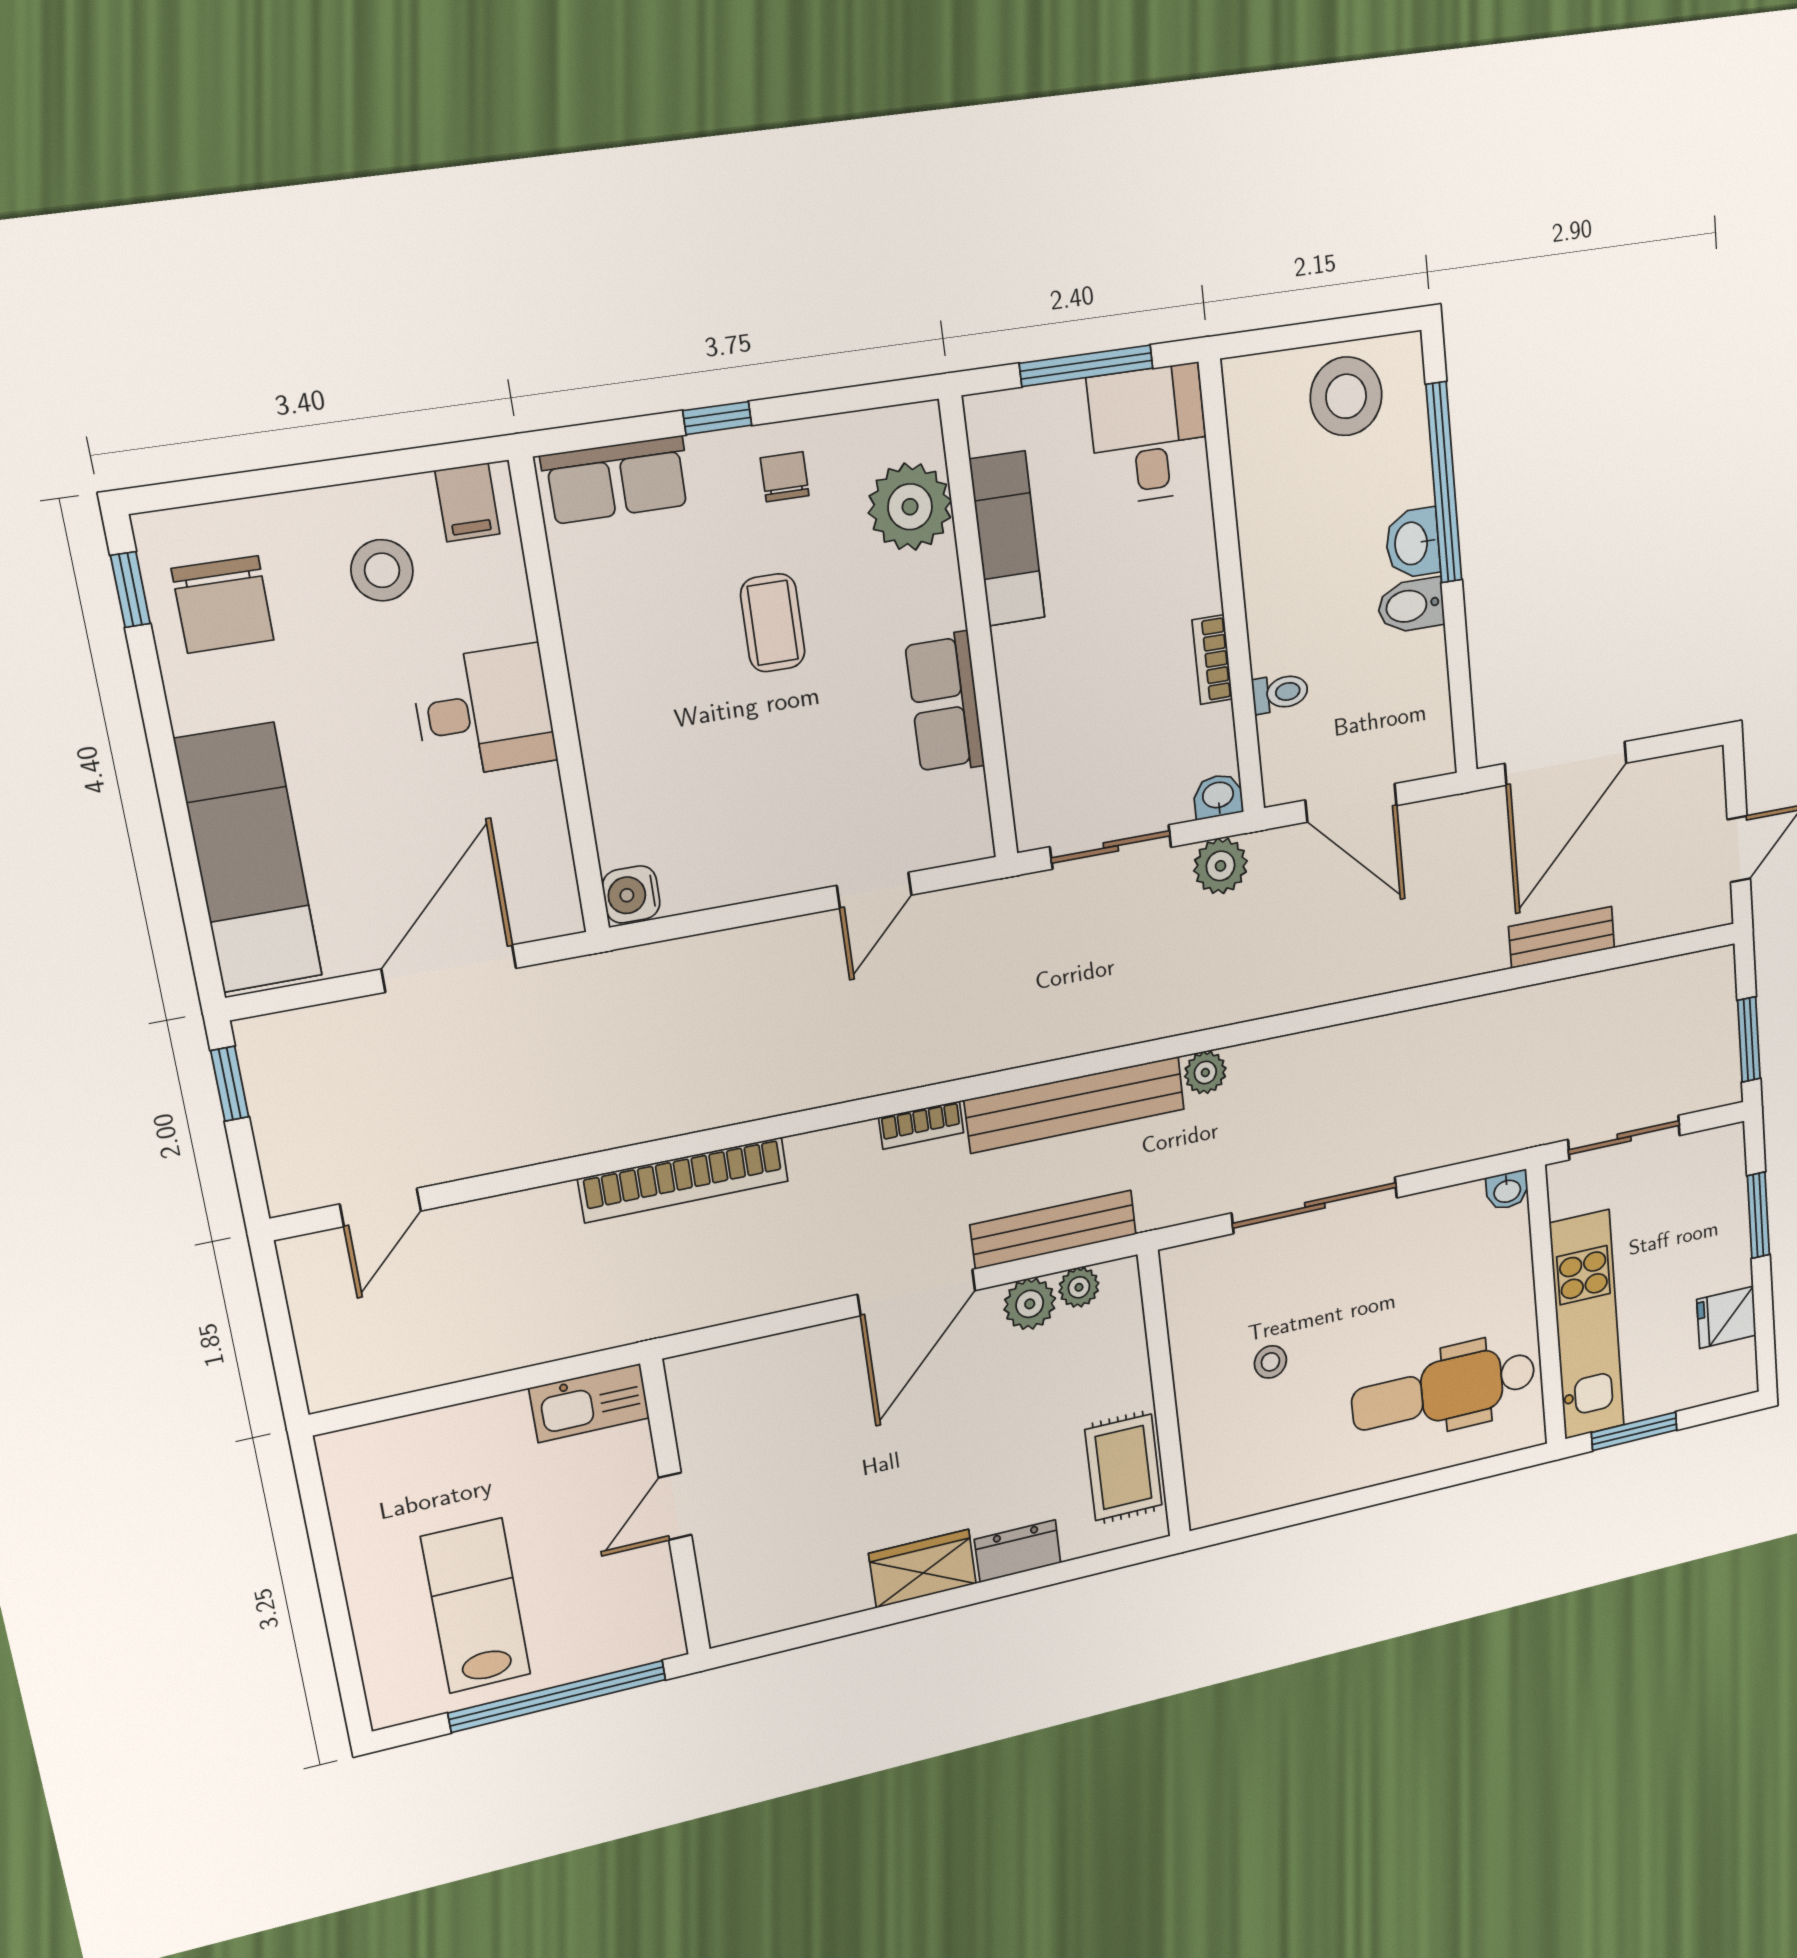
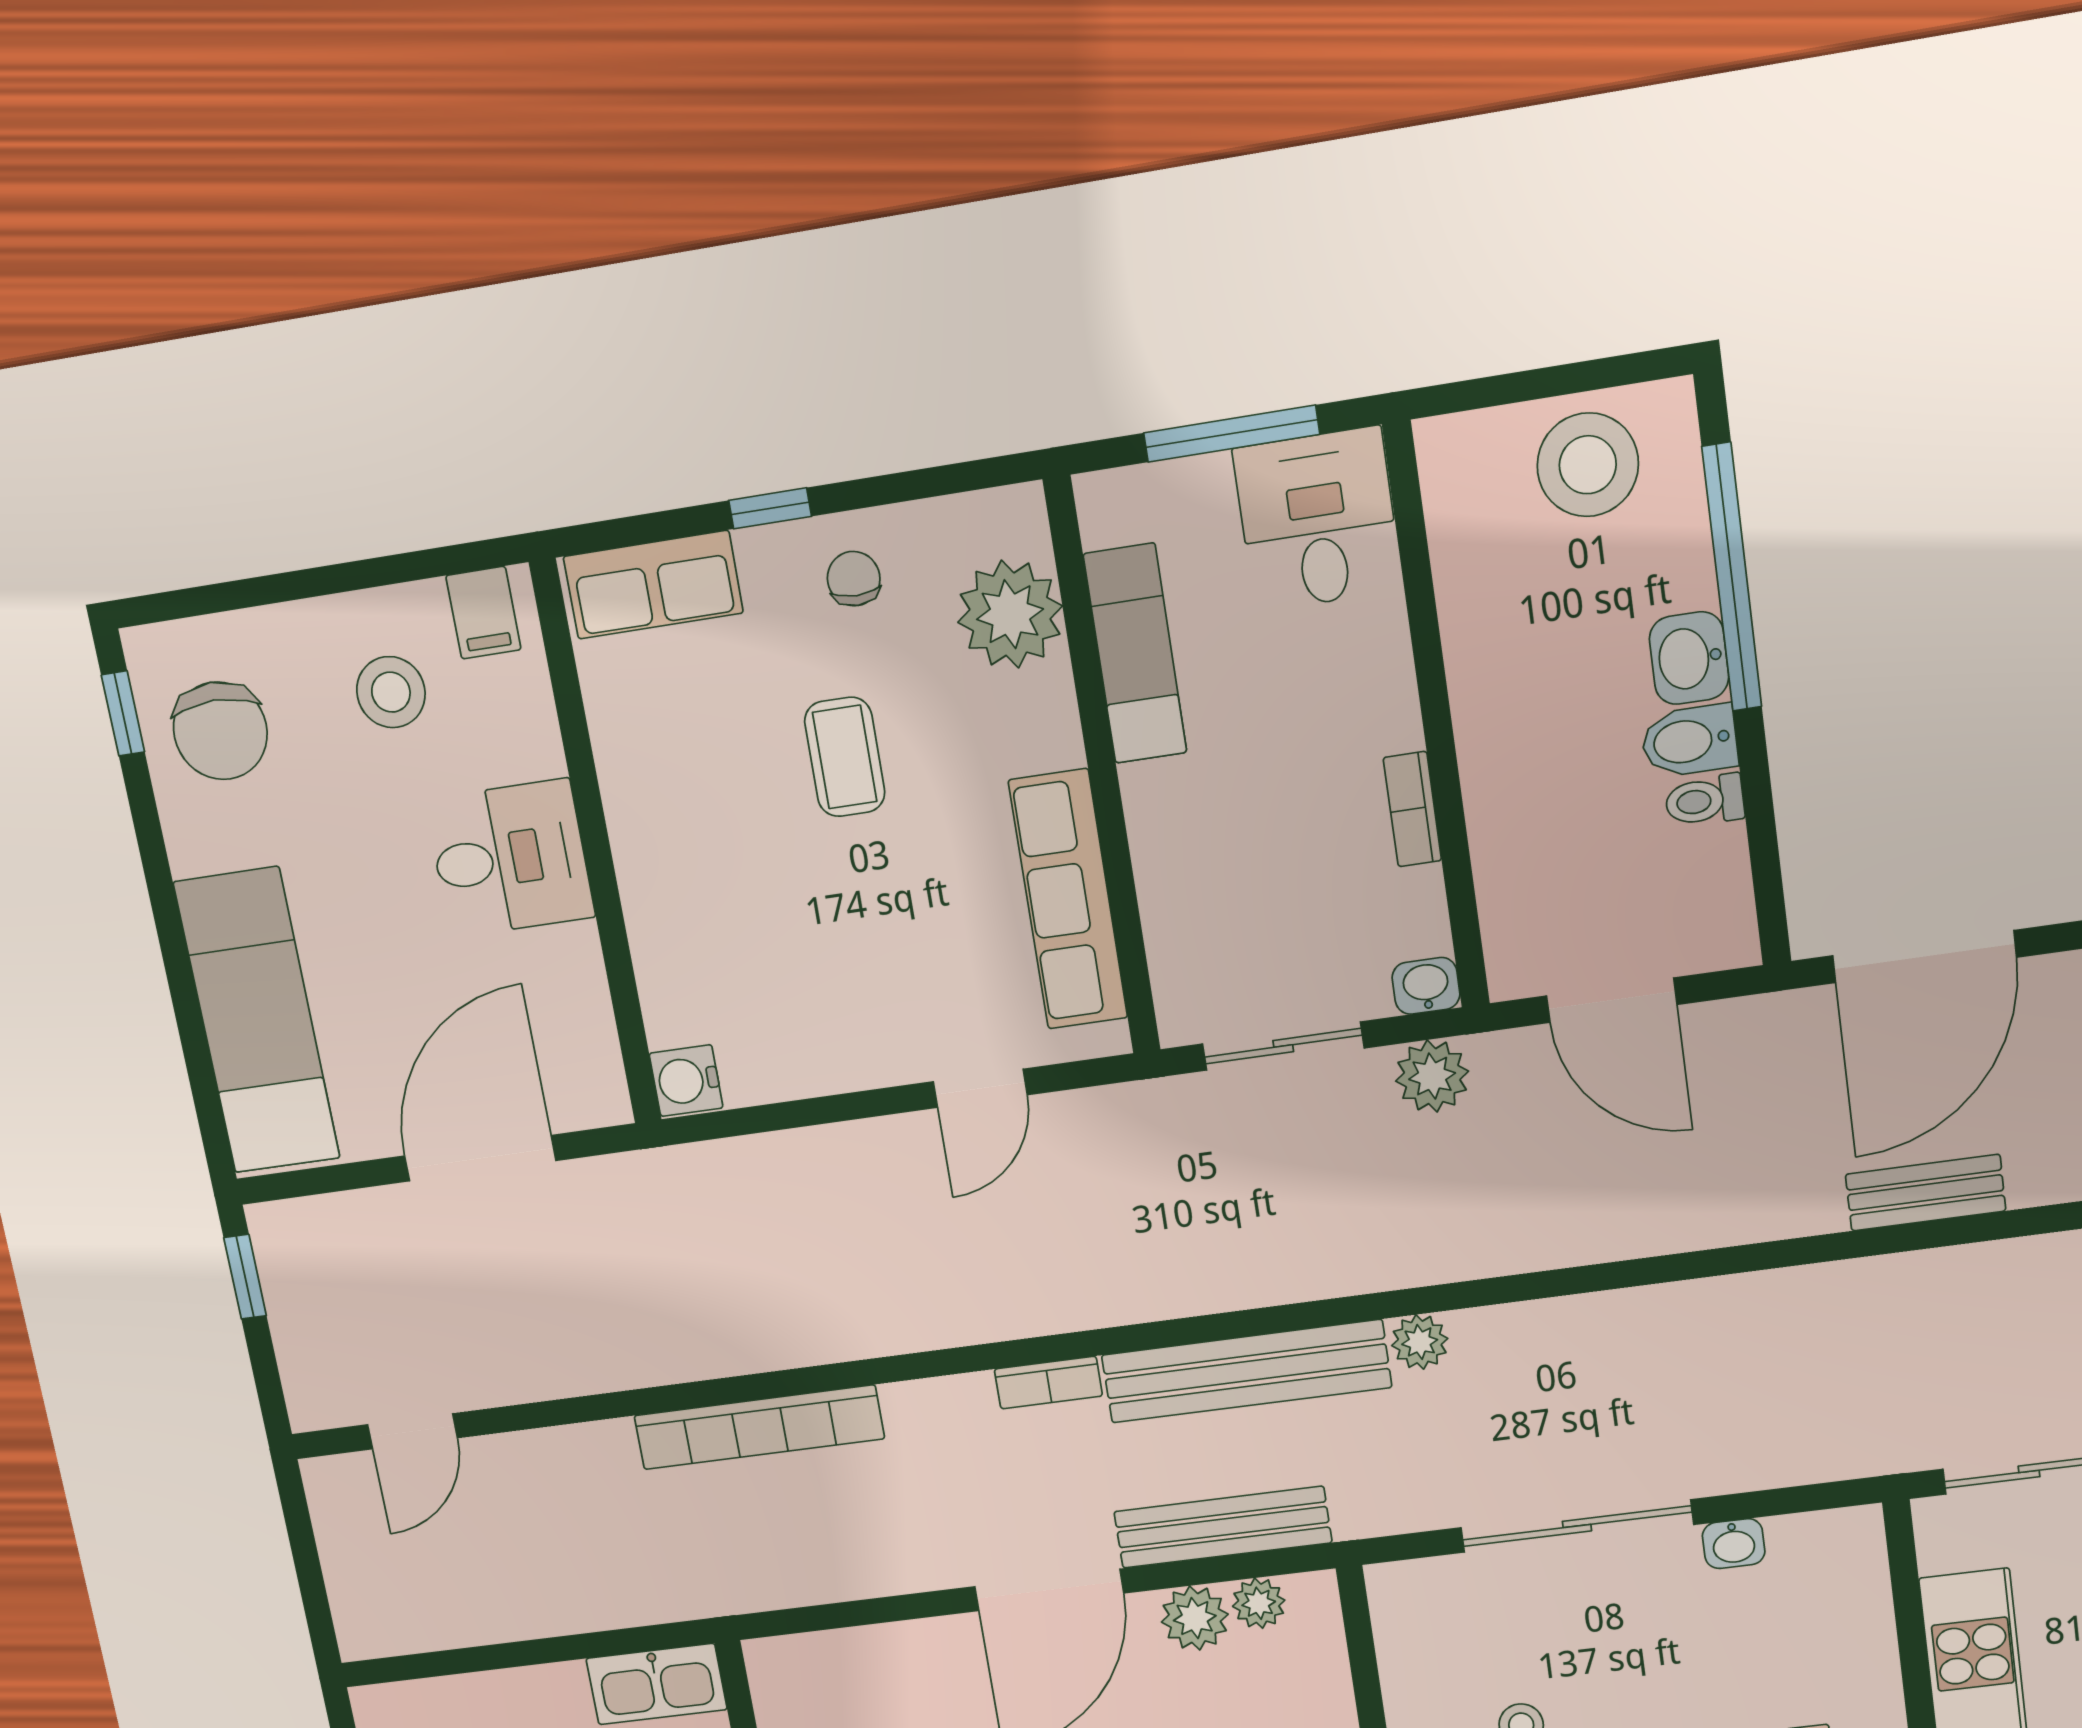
toilet: (1280, 693) -> (1705, 801), moved, turned 180
row of seats: (945, 703) -> (1068, 900), width x1.48
washbasin: (1507, 1190) -> (1734, 1544), moved

